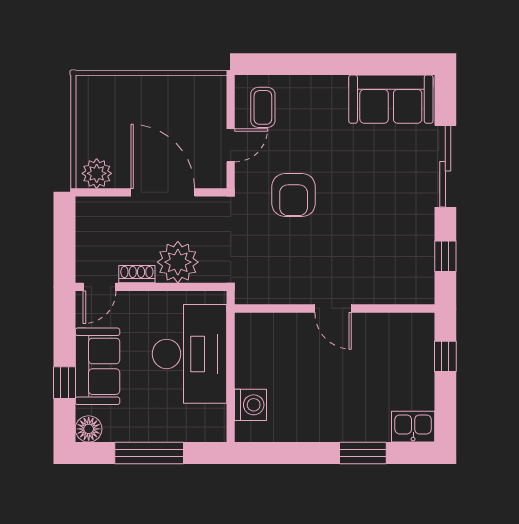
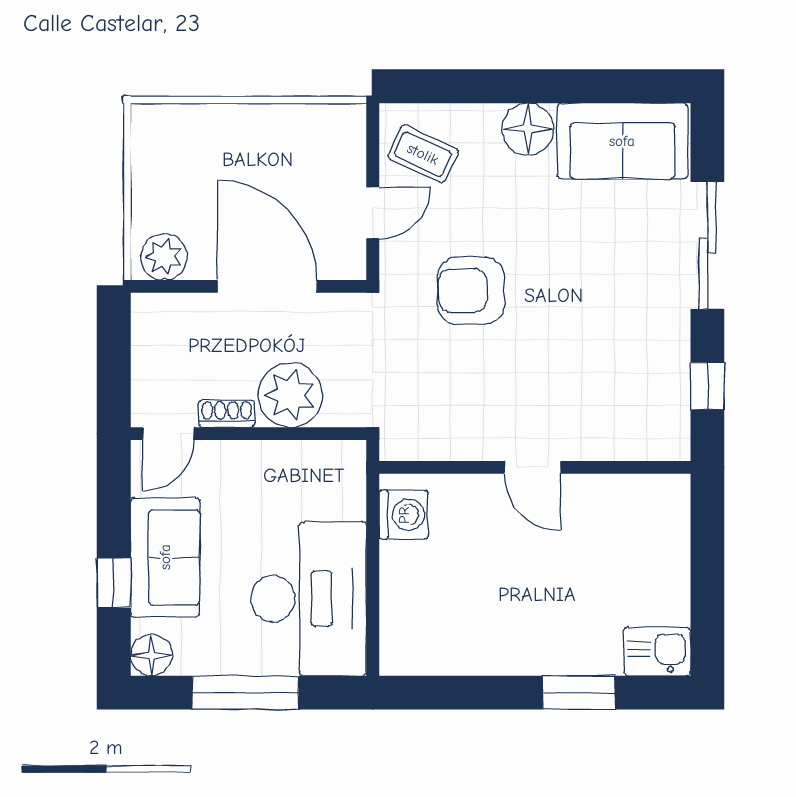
floor lamp: (330, 92) -> (528, 129), added
coffee table: (263, 107) -> (423, 154), turned -65
armchair: (294, 195) -> (471, 290), turned 90
desk: (189, 354) -> (309, 599), moved
window: (445, 356) -> (707, 542), removed
washing machine: (250, 405) -> (404, 515), moved

